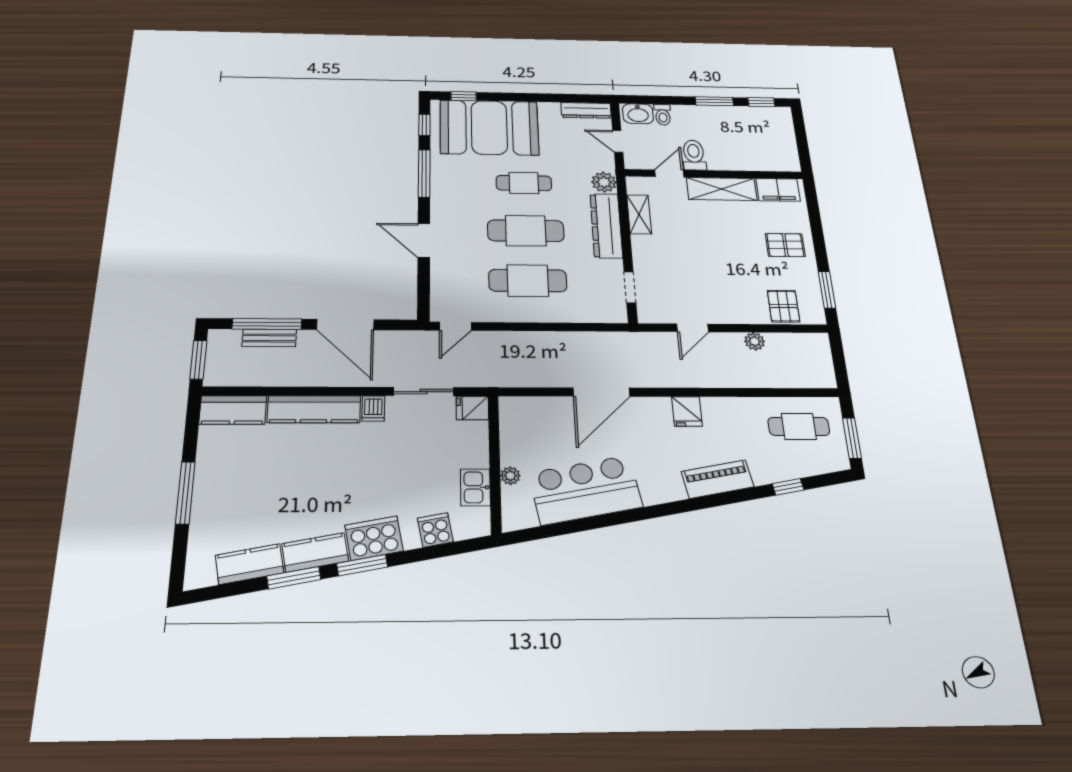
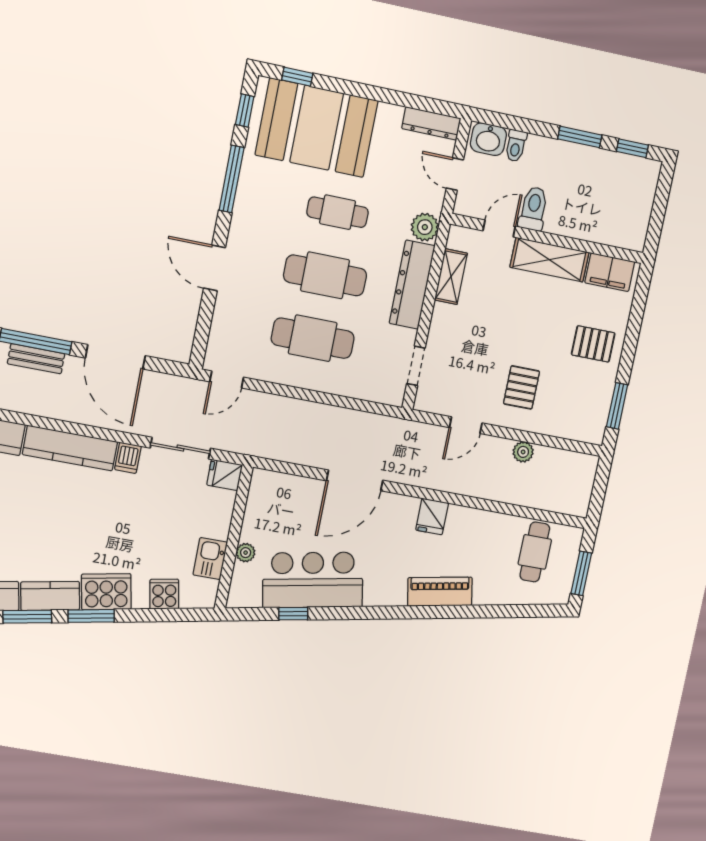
pallet: (783, 306) -> (522, 387), moved
cafe table: (799, 426) -> (535, 552), turned 90
window: (788, 487) -> (293, 614), moved

